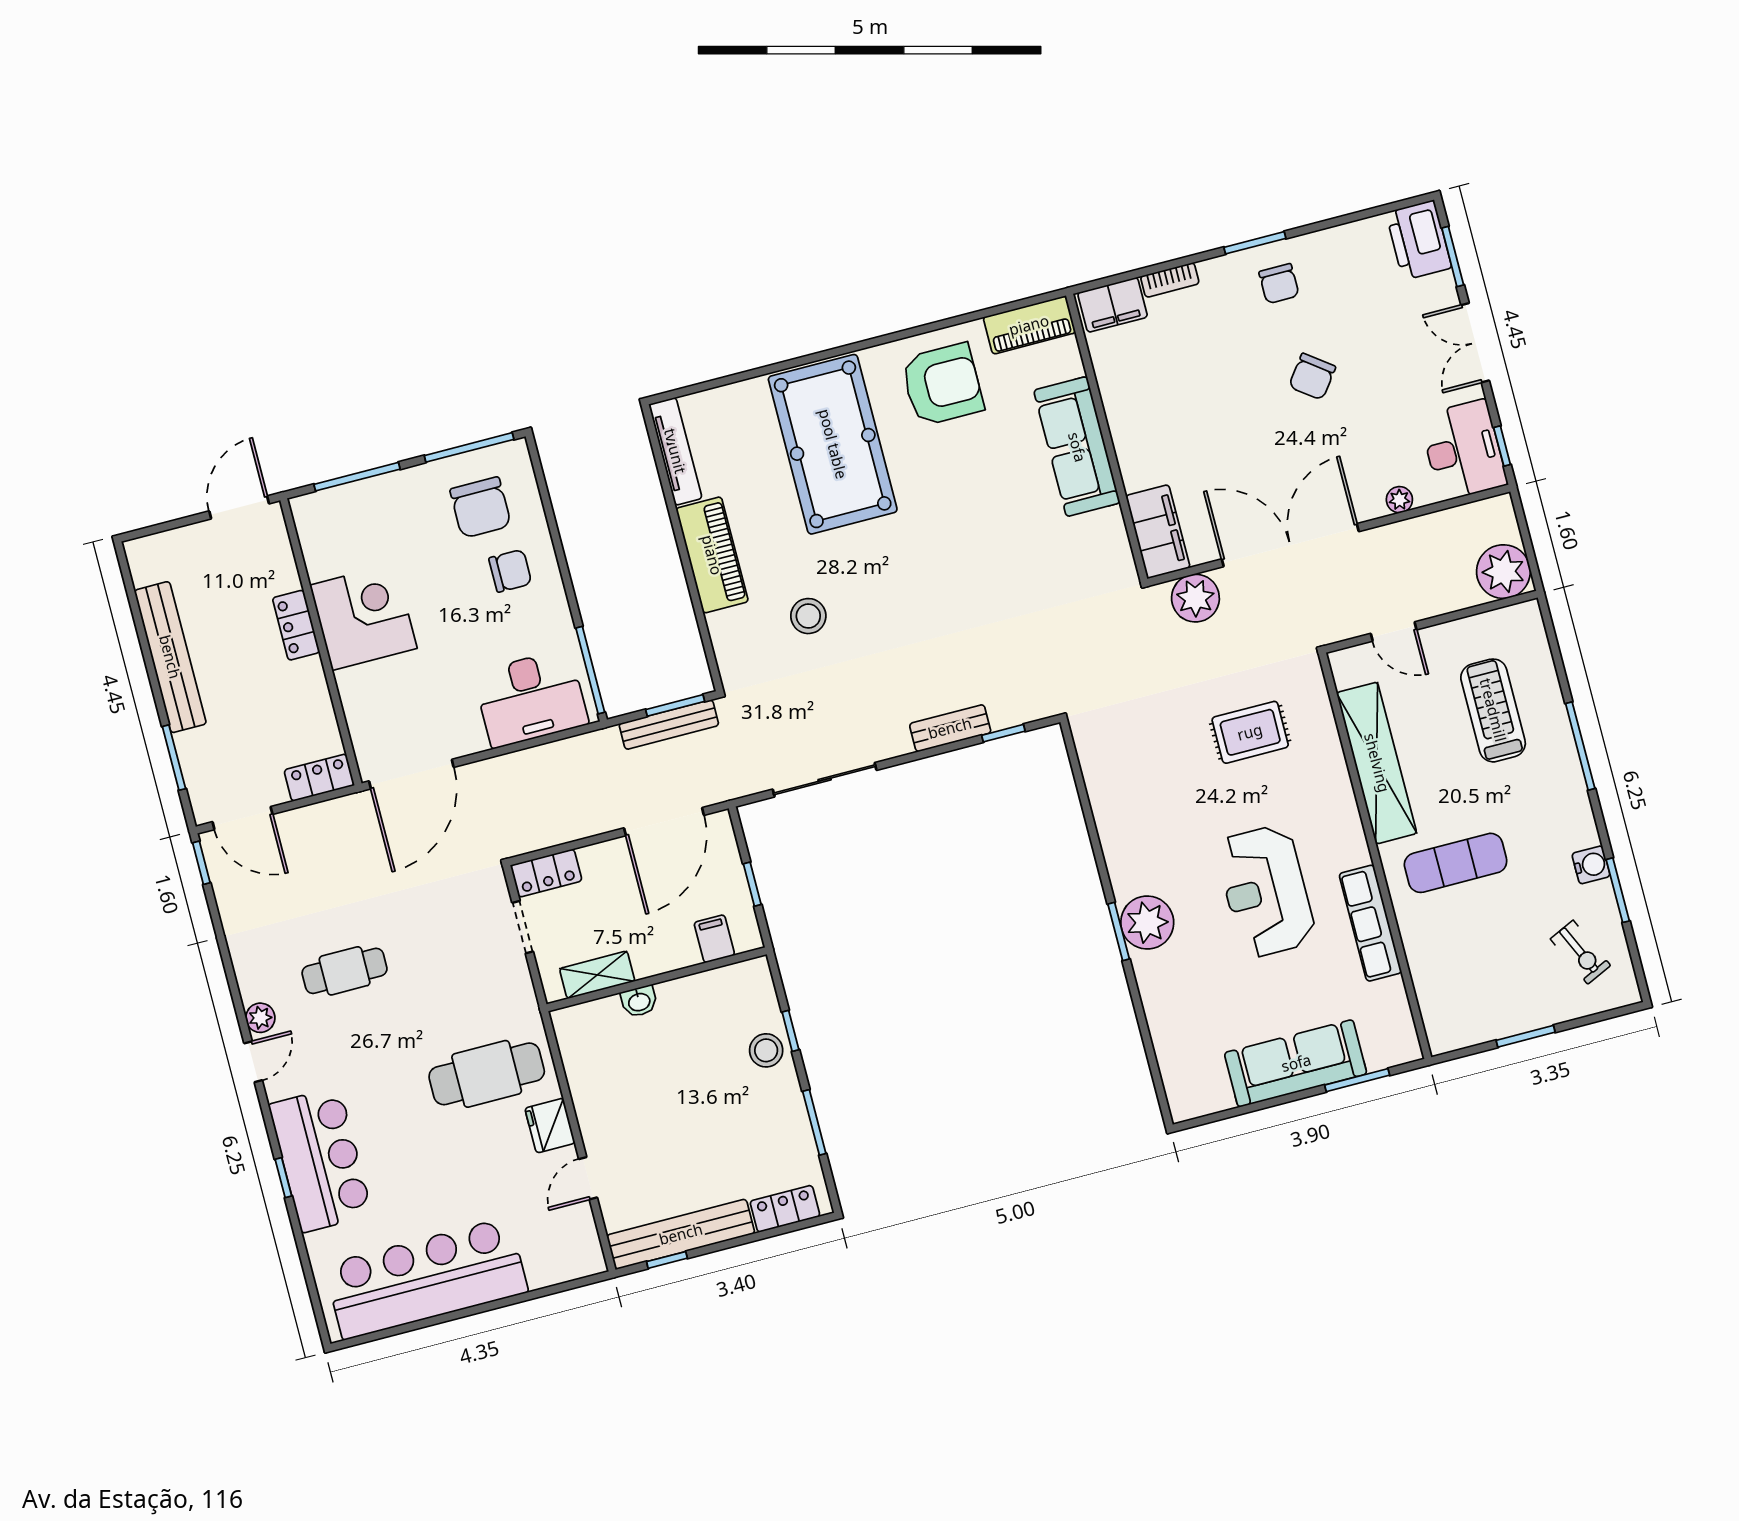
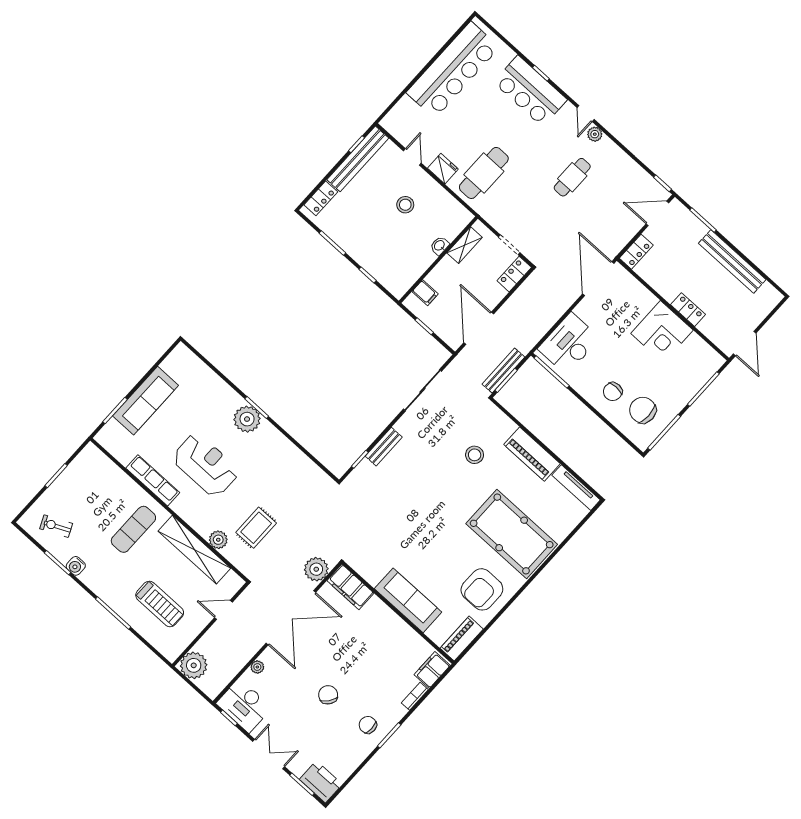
plant: (1326, 753) -> (218, 540), added
stool: (766, 1050) -> (405, 205), moved

